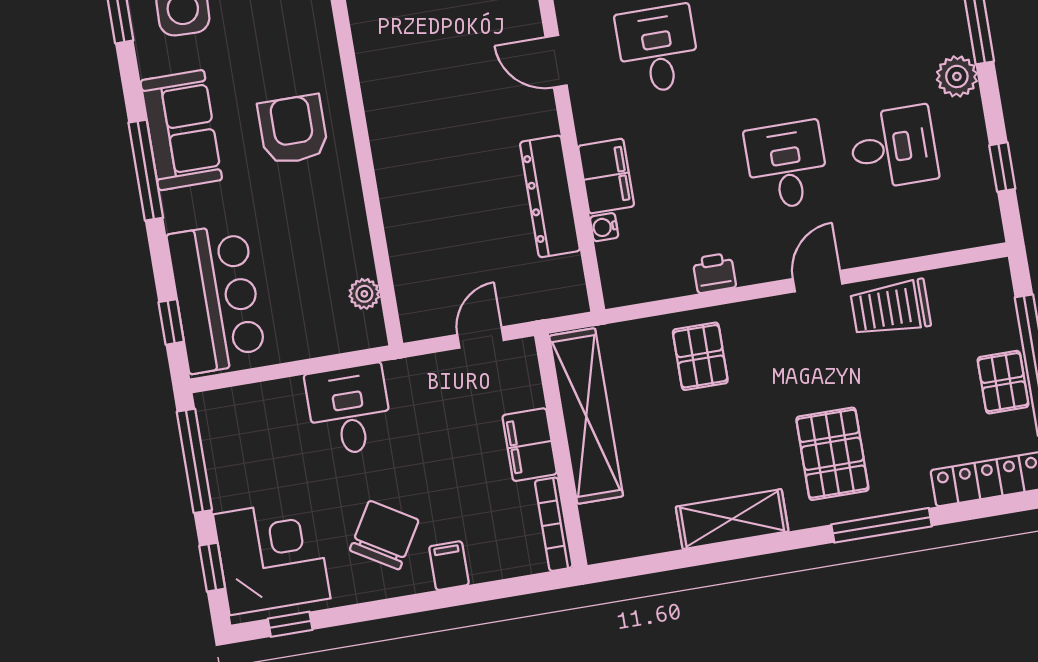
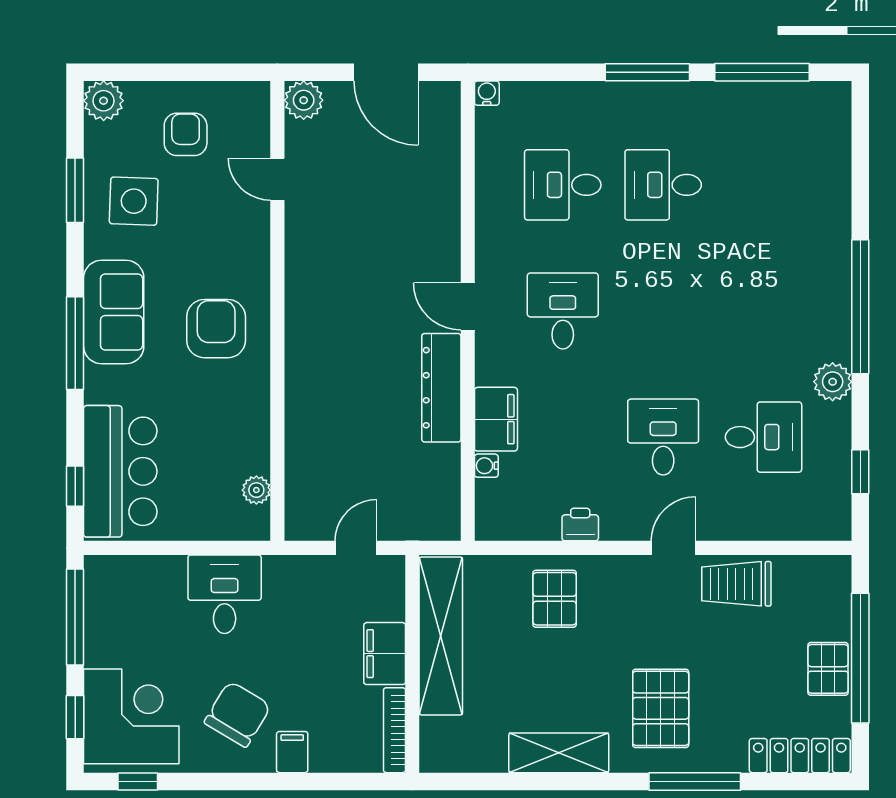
dresser: (550, 196) -> (441, 388), moved

